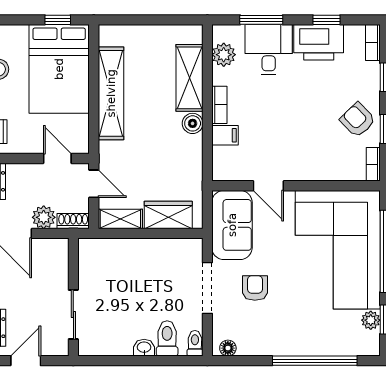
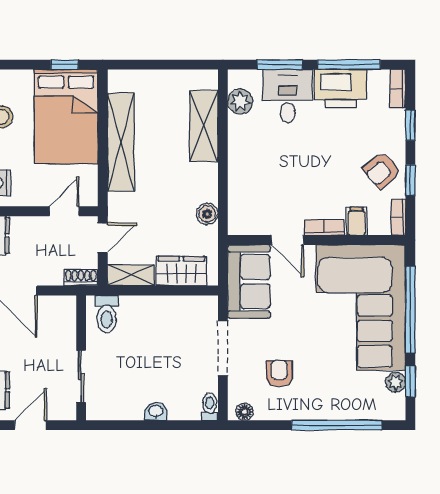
window: (327, 20) -> (349, 65), width x2.17
bookcase: (219, 105) -> (324, 227), moved, turned -90
armchair: (358, 120) -> (382, 170), turned -86
boiler: (193, 123) -> (207, 214), moved
filing cabinet: (225, 135) -> (357, 221), moved, turned -90
door: (57, 158) -> (64, 211), hinge flipped
door: (94, 184) -> (103, 238), hinge flipped
plant: (44, 217) -> (50, 273), removed
armchair: (255, 288) -> (279, 374), moved
toilet: (167, 338) -> (107, 314), moved, turned 180

